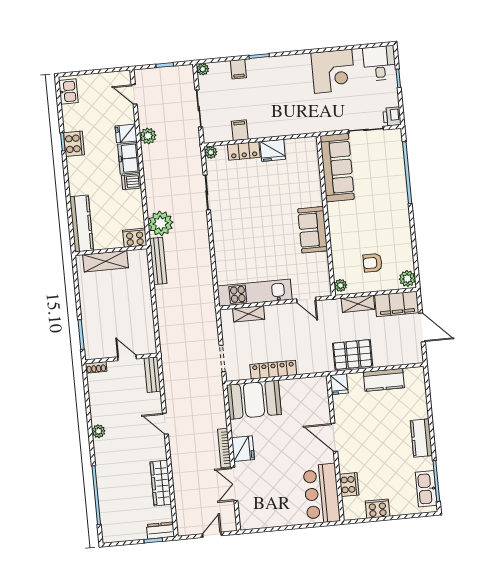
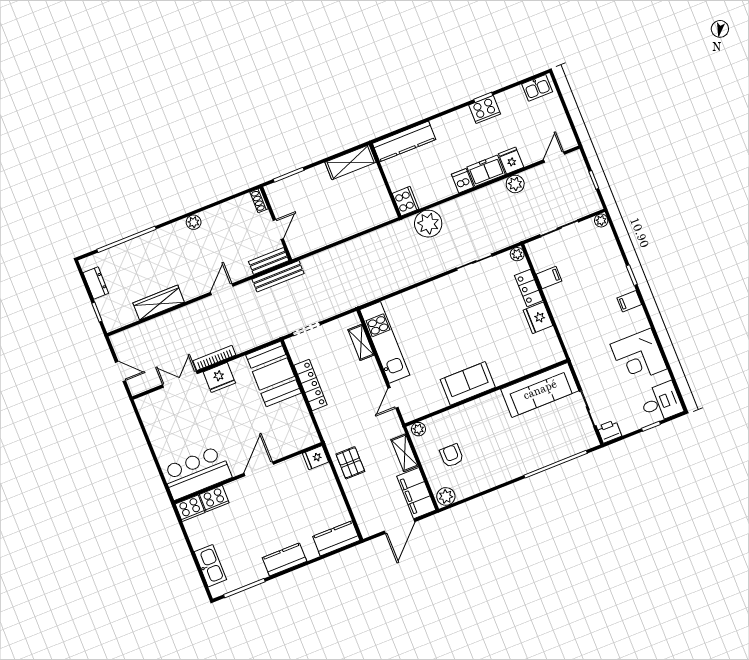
filing cabinet: (238, 69) -> (629, 301), moved
shelving: (106, 261) -> (351, 162), moved, turned 90
bench: (158, 261) -> (278, 276), moved
pallet: (353, 355) -> (350, 463), width x0.67, depth x0.71
kitchen counter: (384, 380) -> (336, 538), moved, turned 90
kitchen sink: (426, 489) -> (210, 566), moved, turned 90
cooker: (378, 509) -> (190, 508), moved, turned 90
dresser: (160, 531) -> (96, 283), moved

